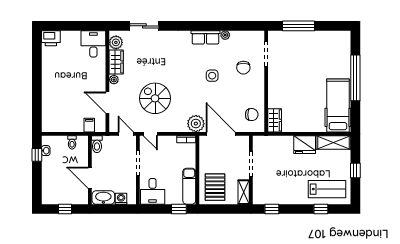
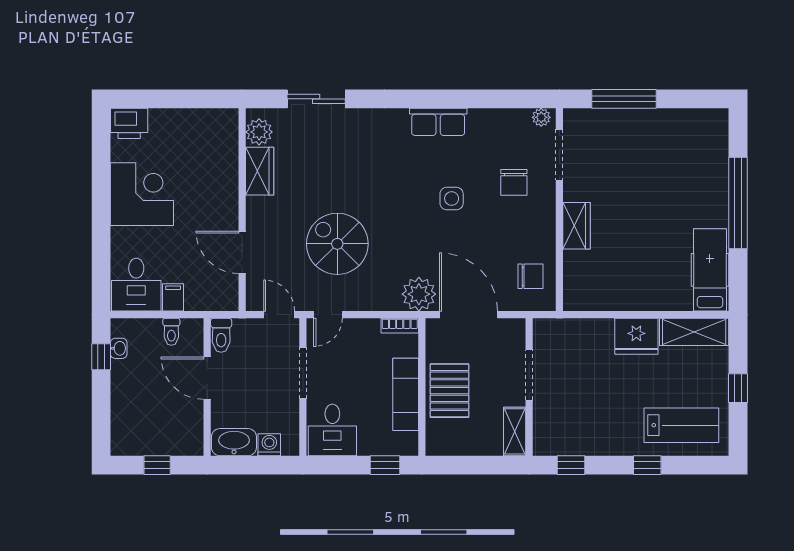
plant: (225, 35) -> (541, 117), moved
desk: (93, 44) -> (136, 285), moved, turned 180
corner desk: (57, 73) -> (142, 194), added
plant: (114, 80) -> (255, 206), removed
hospital bed: (338, 105) -> (710, 270), width x0.73, depth x0.78
wardrobe: (275, 120) -> (577, 226), moved
filing cabinet: (89, 125) -> (173, 297), moved
door: (150, 134) -> (328, 315), hinge flipped
door: (90, 178) -> (207, 378), moved
exam couch: (189, 186) -> (406, 394), moved
pallet: (215, 187) -> (450, 391), moved
window: (321, 209) -> (647, 465), moved

